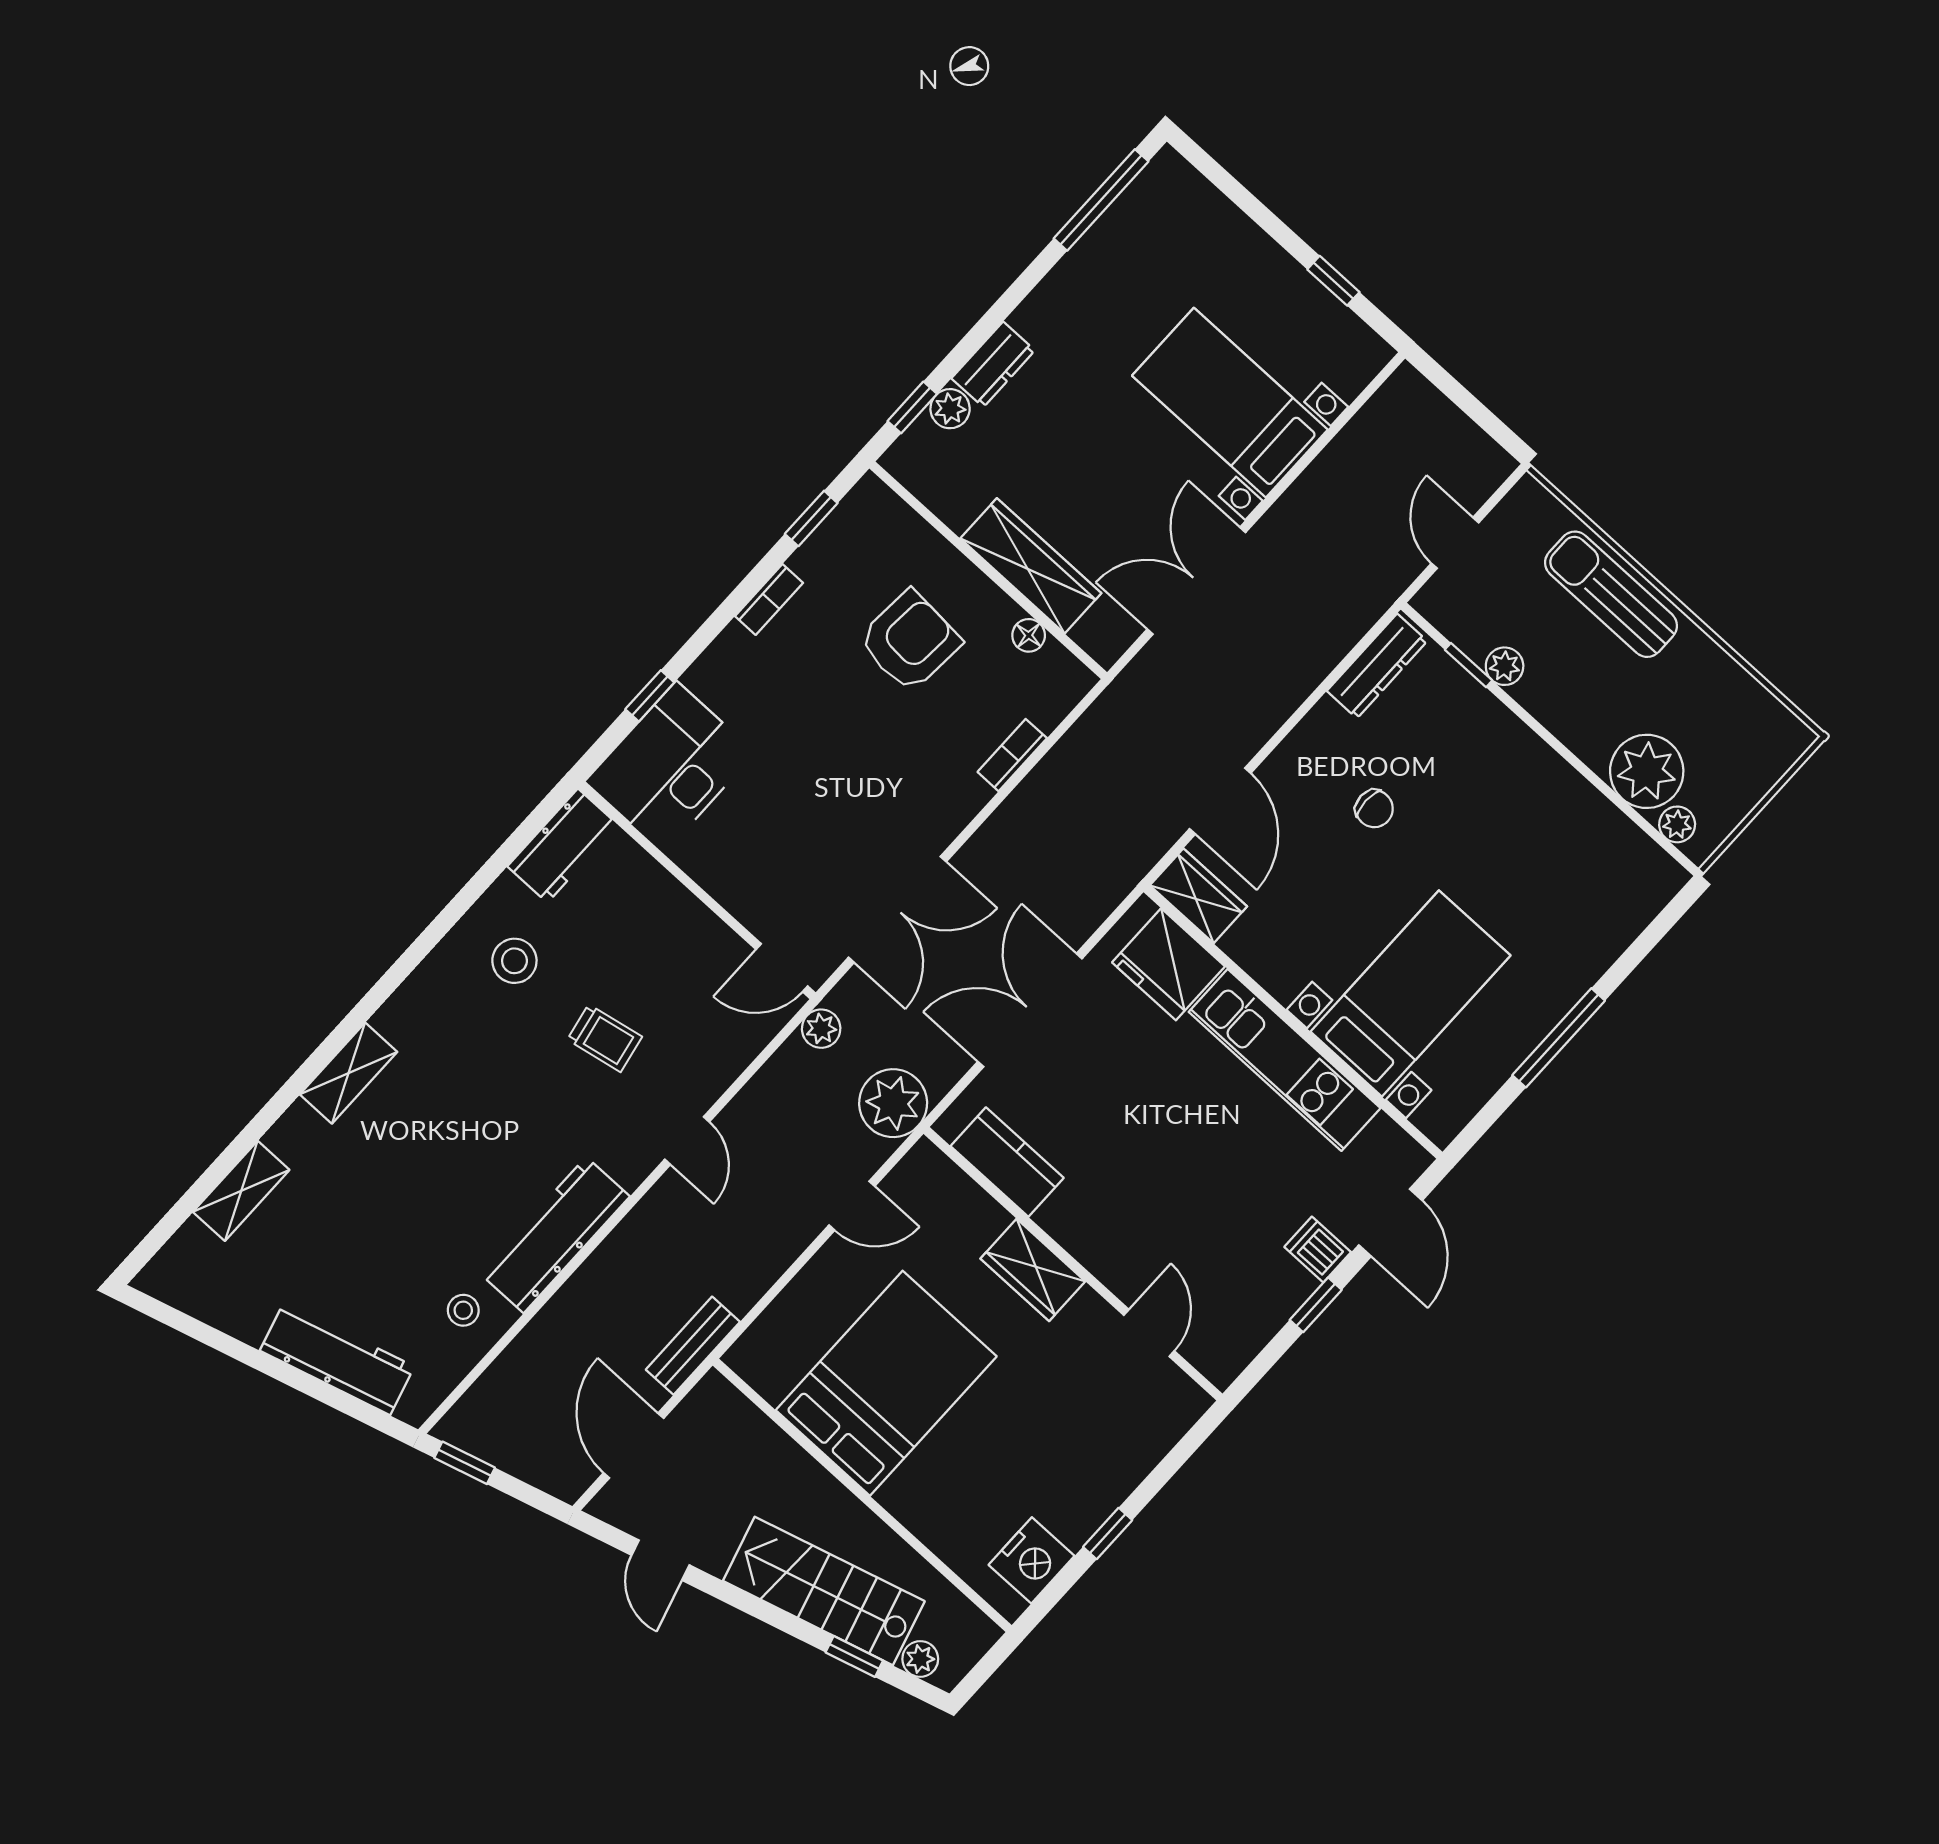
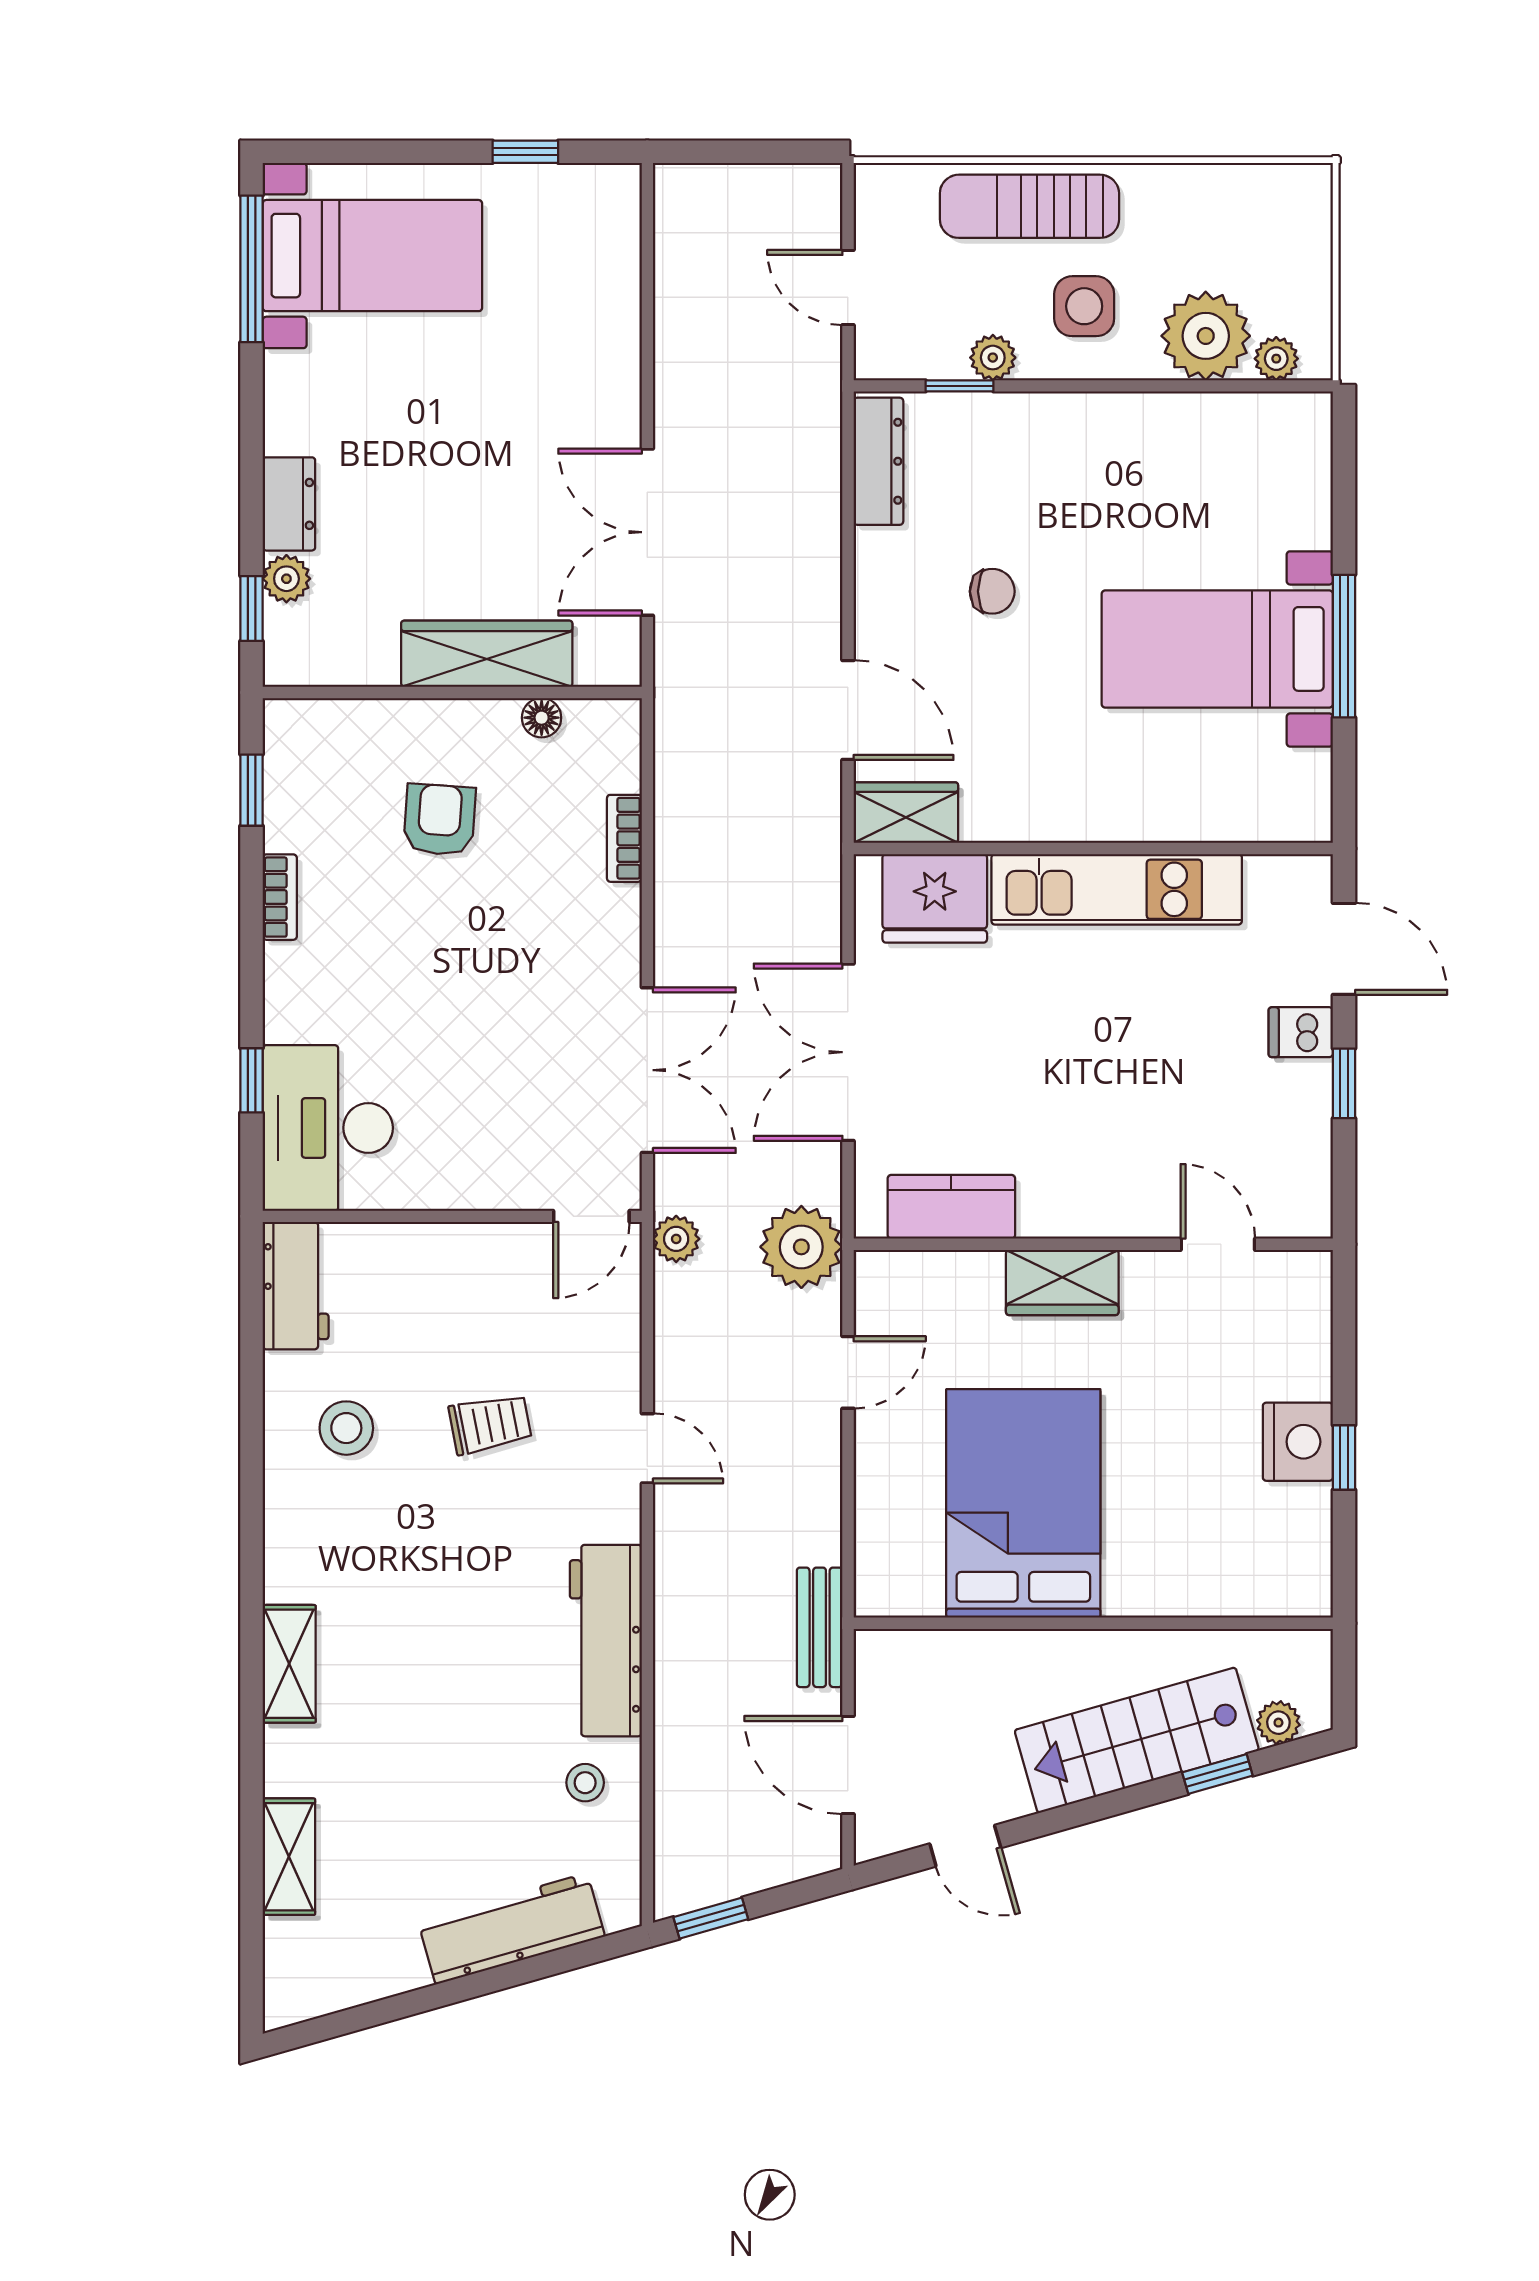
bed with nightstands: (1230, 403) -> (372, 256), moved, turned 180
armchair: (910, 641) -> (440, 820), width x0.72, depth x0.72
side table: (1589, 686) -> (1084, 306), added
bed with nightstands: (1410, 994) -> (1217, 649), moved, turned -90
nightstand: (1032, 1560) -> (1298, 1442), moved

